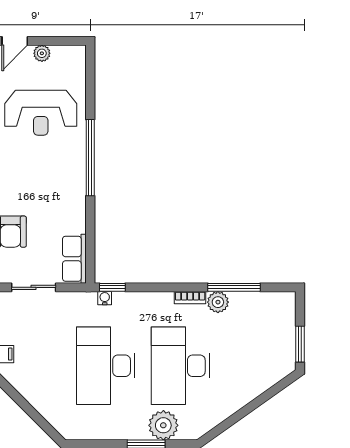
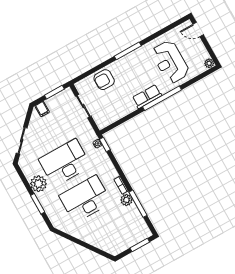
plant: (42, 53) -> (209, 63), moved
row of seats: (74, 259) -> (147, 97), moved
window: (300, 344) -> (140, 245), moved
sliding door: (33, 414) -> (22, 140), added
plant: (163, 425) -> (38, 184), moved

